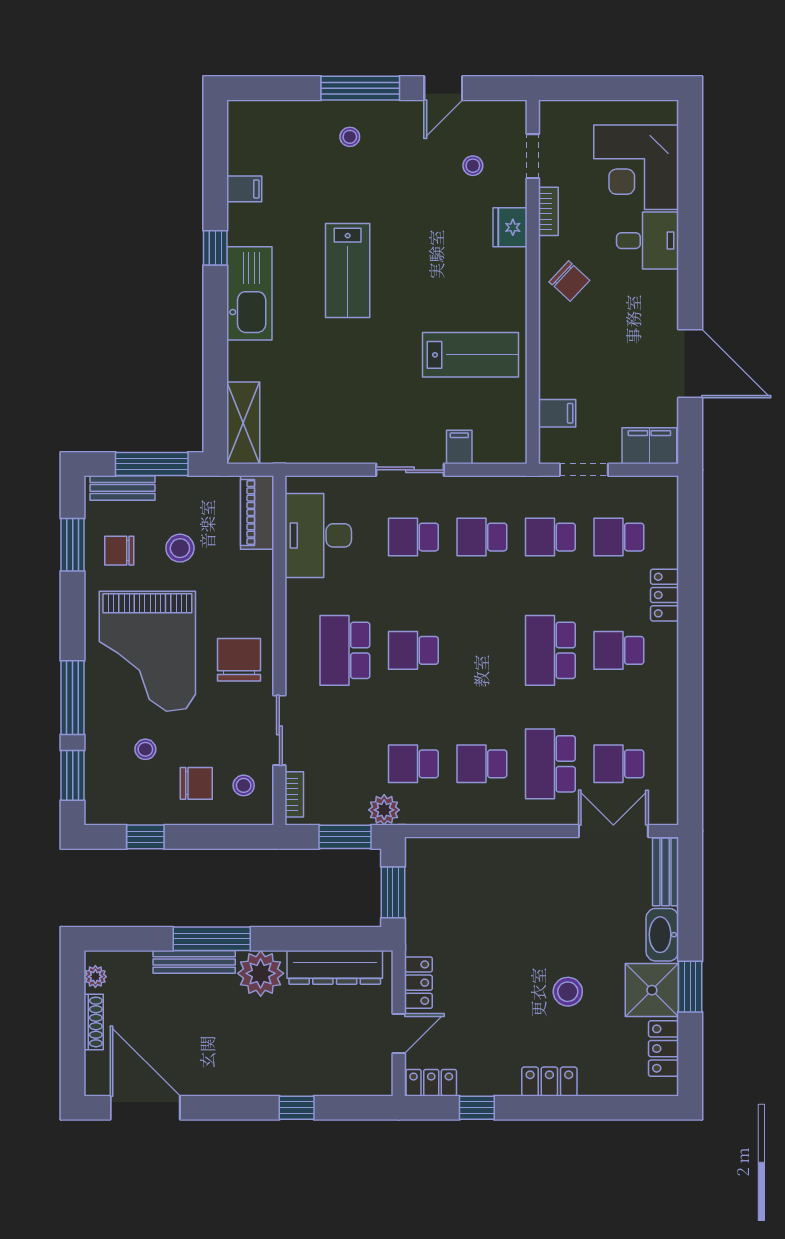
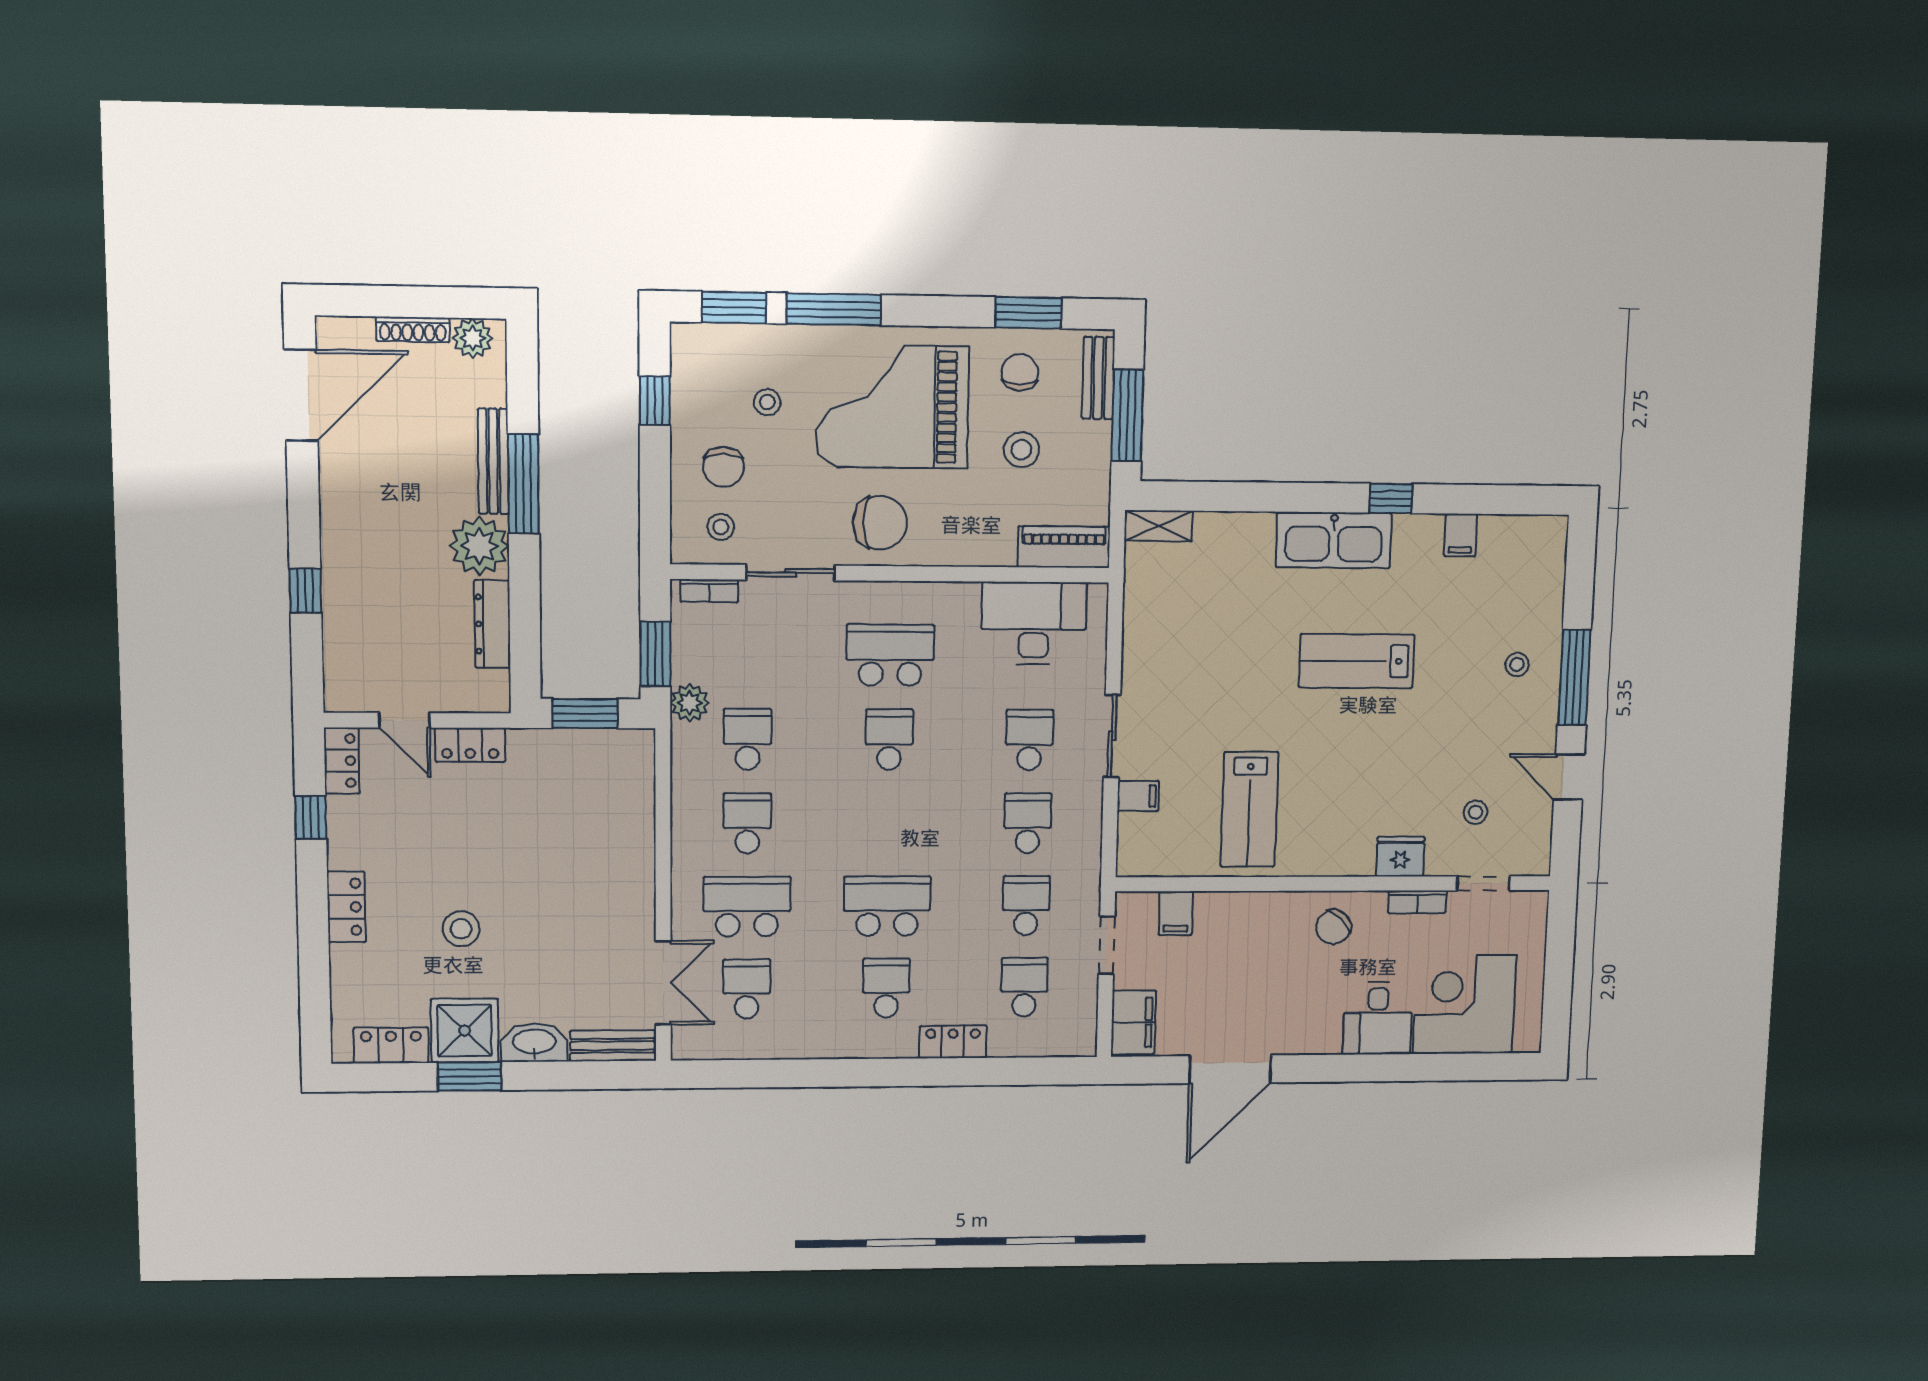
shelving: (243, 423) -> (1158, 526), width x0.67, depth x0.75
dresser: (335, 967) -> (492, 624), width x0.73, depth x0.80
plant: (95, 977) -> (473, 338), width x1.38, depth x1.38

